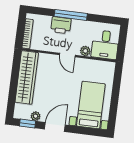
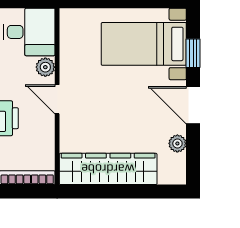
door: (67, 55) -> (57, 99), swing flipped
window: (27, 124) -> (193, 53), moved

